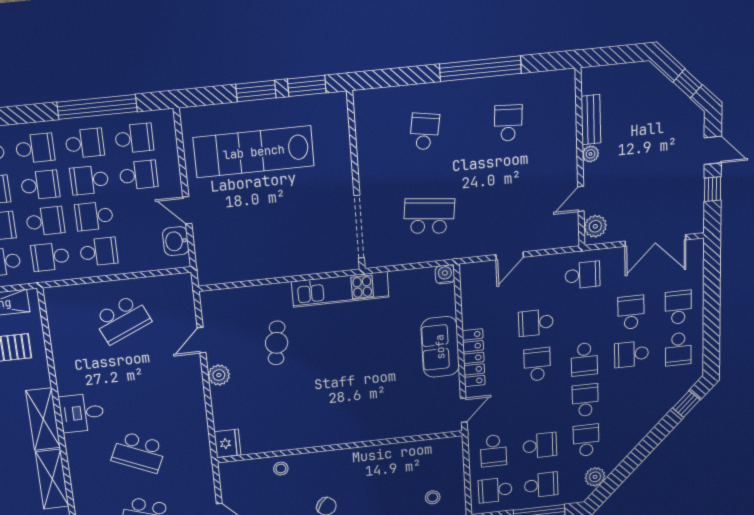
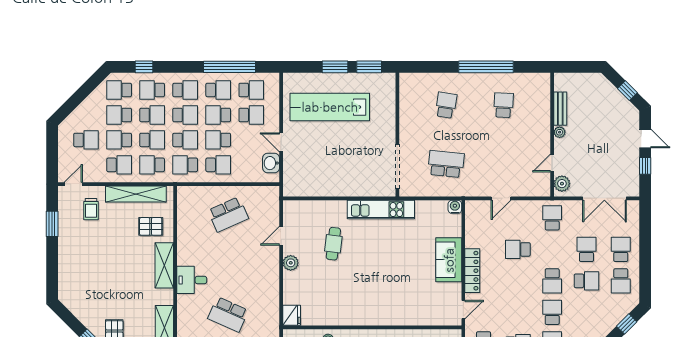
school desk: (583, 275) -> (552, 218), turned -90
school desk: (631, 354) -> (586, 281), turned 180
school desk: (537, 364) -> (518, 281), removed
shelving: (43, 419) -> (164, 265), moved

